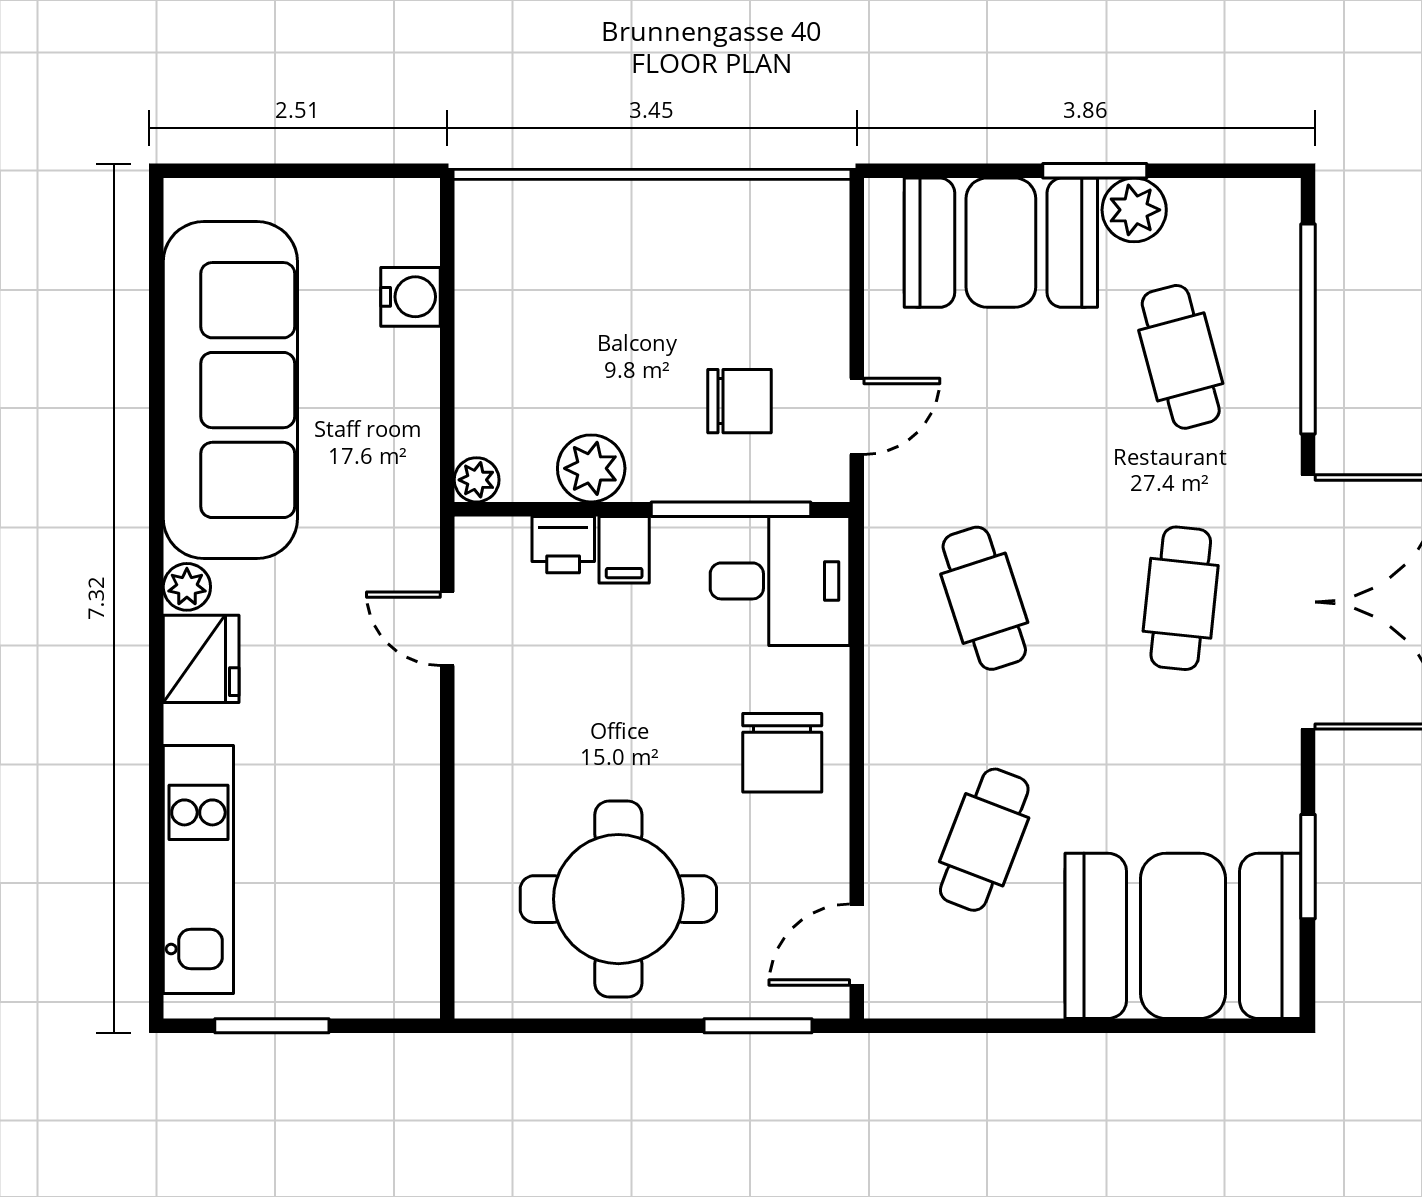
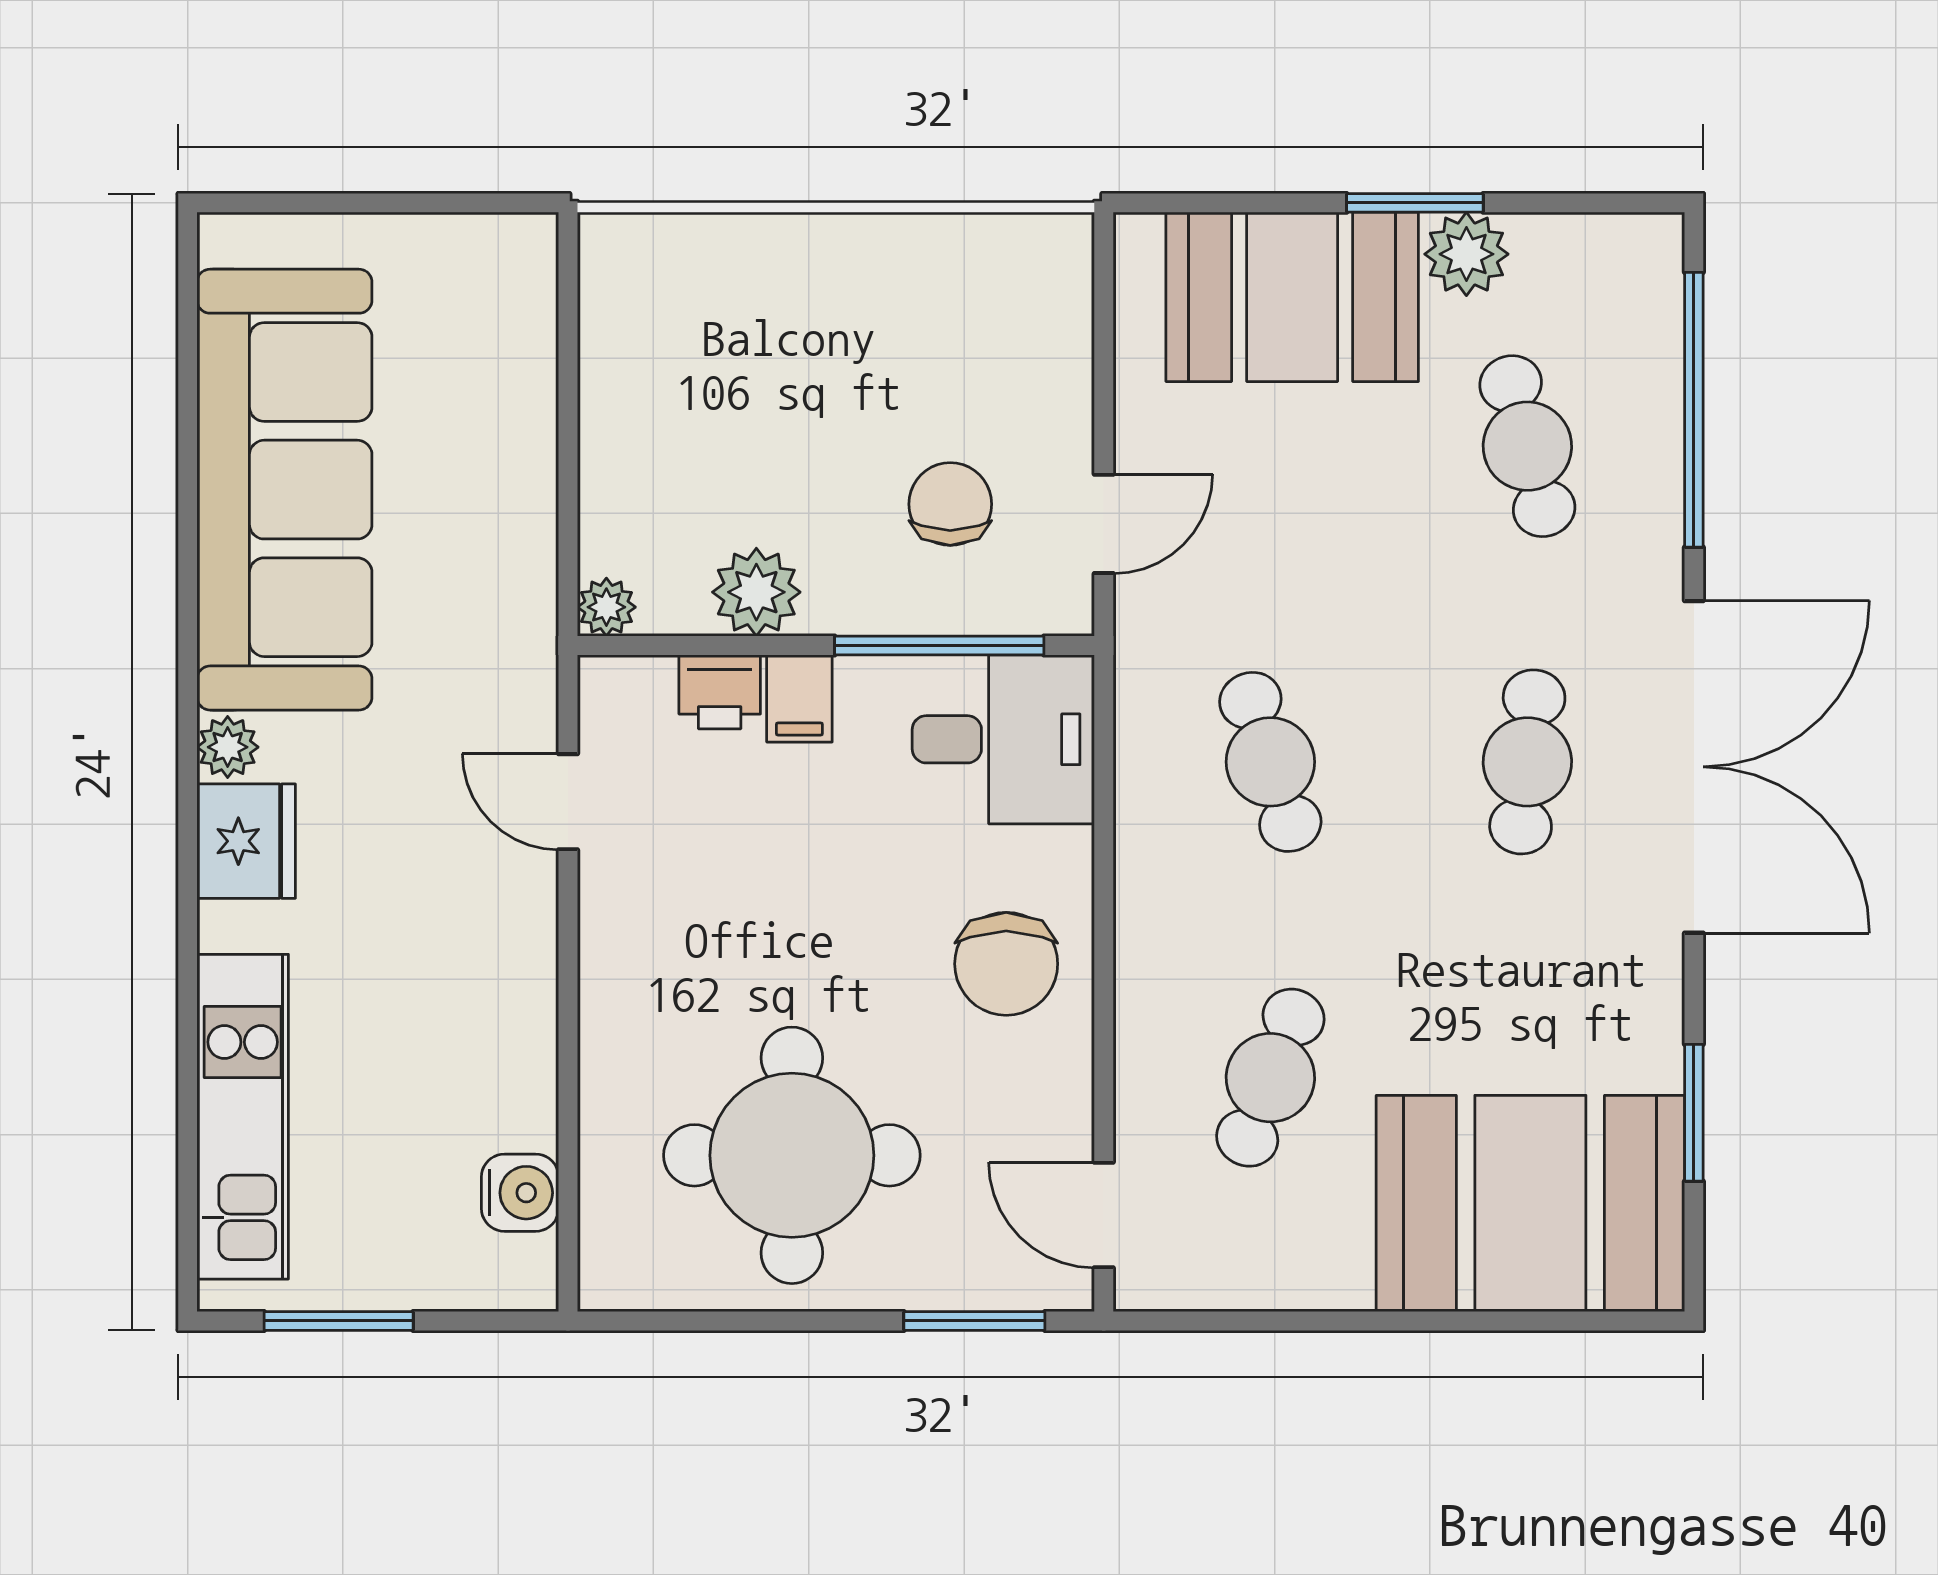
water cooler: (411, 297) -> (520, 1193), moved
chair: (739, 401) -> (950, 504), turned -90
door: (857, 945) -> (1104, 1215), hinge flipped

